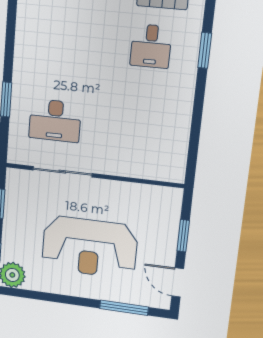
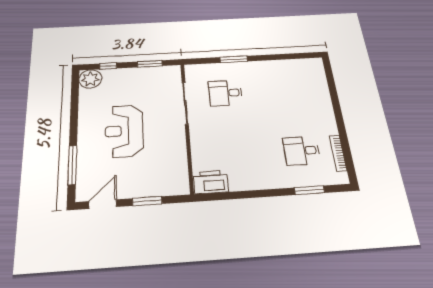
desk: (55, 121) -> (225, 93), width x0.73
printer: (173, 162) -> (211, 182), added
reception desk: (89, 247) -> (124, 131), width x0.74, depth x0.77

